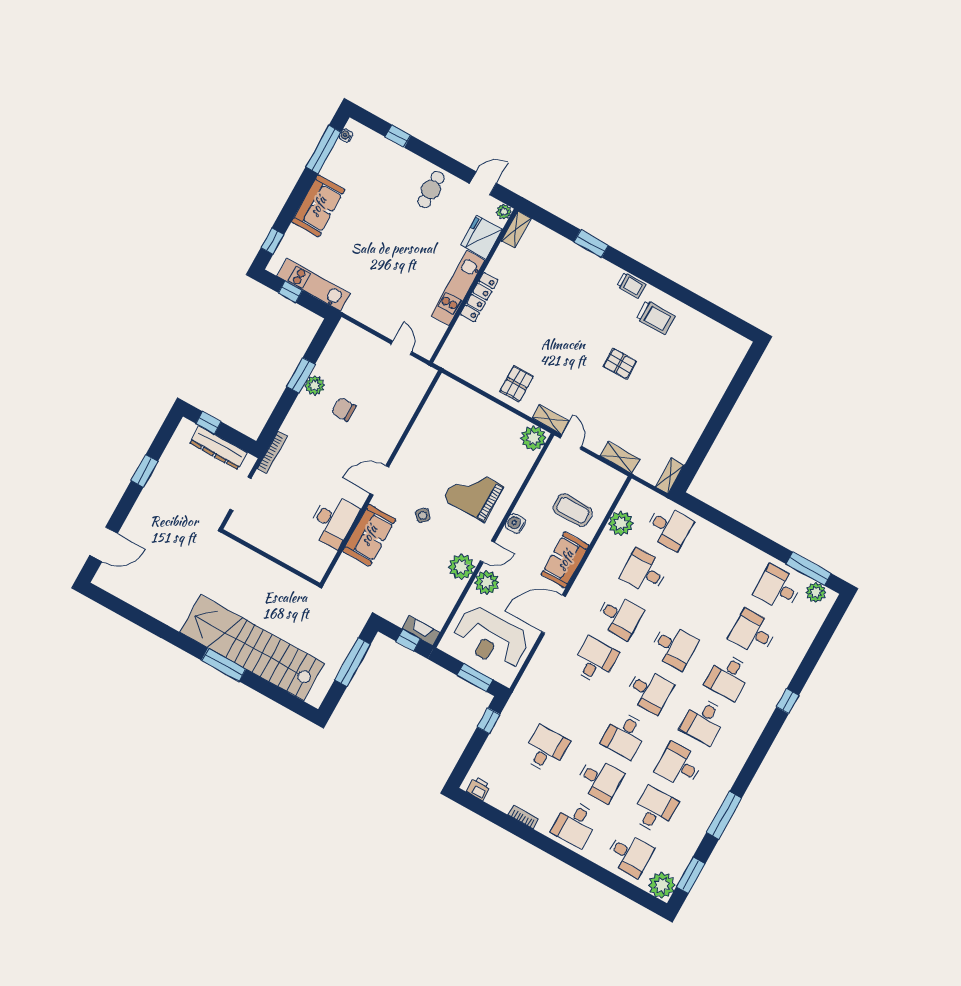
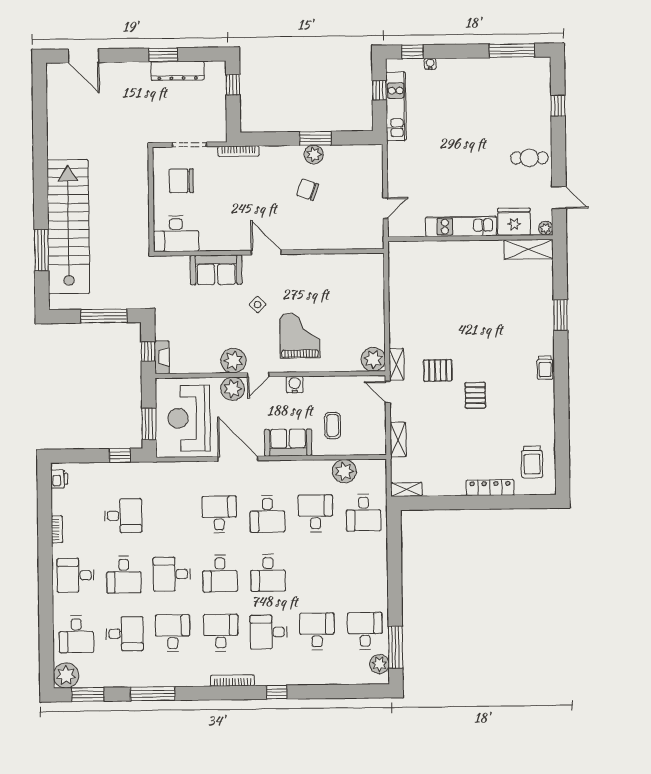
water cooler: (346, 135) -> (430, 64), moved
sofa: (318, 206) -> (463, 73), removed
shelving: (516, 230) -> (529, 249), width x1.50, depth x1.33
locker: (479, 297) -> (490, 488), moved, turned 180
trolley: (655, 317) -> (532, 462), moved
pallet: (517, 384) -> (438, 370), moved
chair: (344, 409) -> (308, 190), turned -71
door: (571, 442) -> (388, 392), swing flipped
dresser: (218, 448) -> (177, 71), moved, turned -90
coffee table: (573, 510) -> (333, 425), width x0.73, depth x0.77
chair: (269, 520) -> (181, 181), added
desk: (333, 521) -> (176, 234), moved
door: (487, 552) -> (258, 375), hinge flipped
desk: (595, 661) -> (219, 514), turned -90
window: (224, 665) -> (41, 250), moved
desk: (704, 721) -> (221, 633), turned 90
bookcase: (754, 735) -> (232, 680), added

